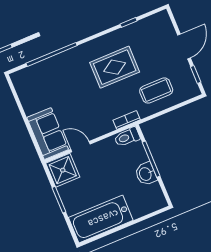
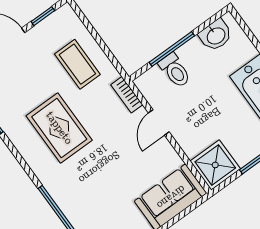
toilet: (127, 137) -> (175, 70), moved
door: (80, 147) -> (159, 122), moved
washbasin: (146, 174) -> (216, 35), moved

